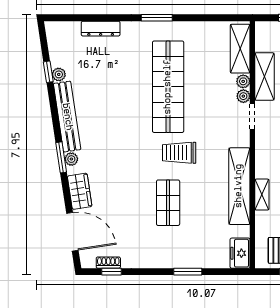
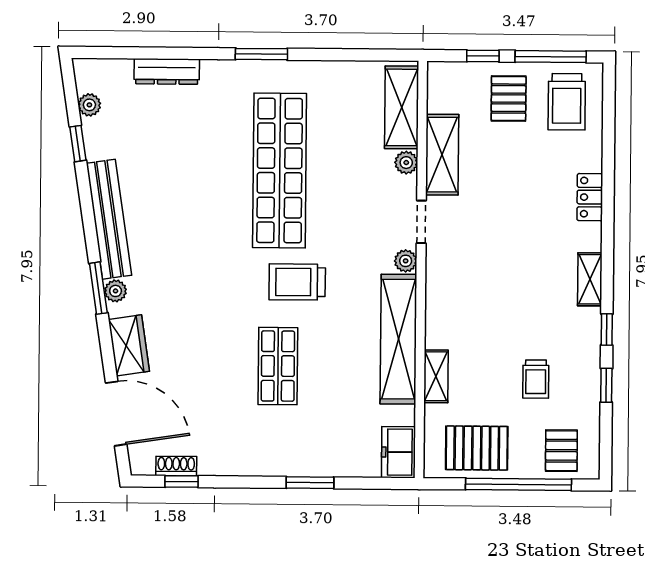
plant: (59, 74) -> (89, 105), moved
plant: (243, 96) -> (406, 261), moved
shelving: (262, 195) -> (436, 376), moved

